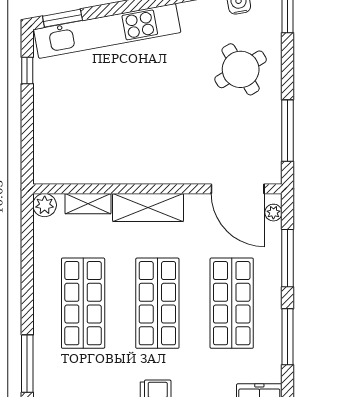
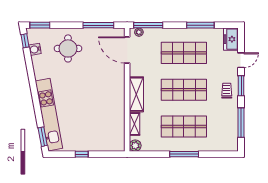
round table: (241, 69) -> (68, 48), turned 31
window: (27, 71) -> (82, 154), moved
door: (238, 189) -> (127, 50), swing flipped
window: (288, 258) -> (148, 25), moved
window: (27, 364) -> (184, 154), moved

